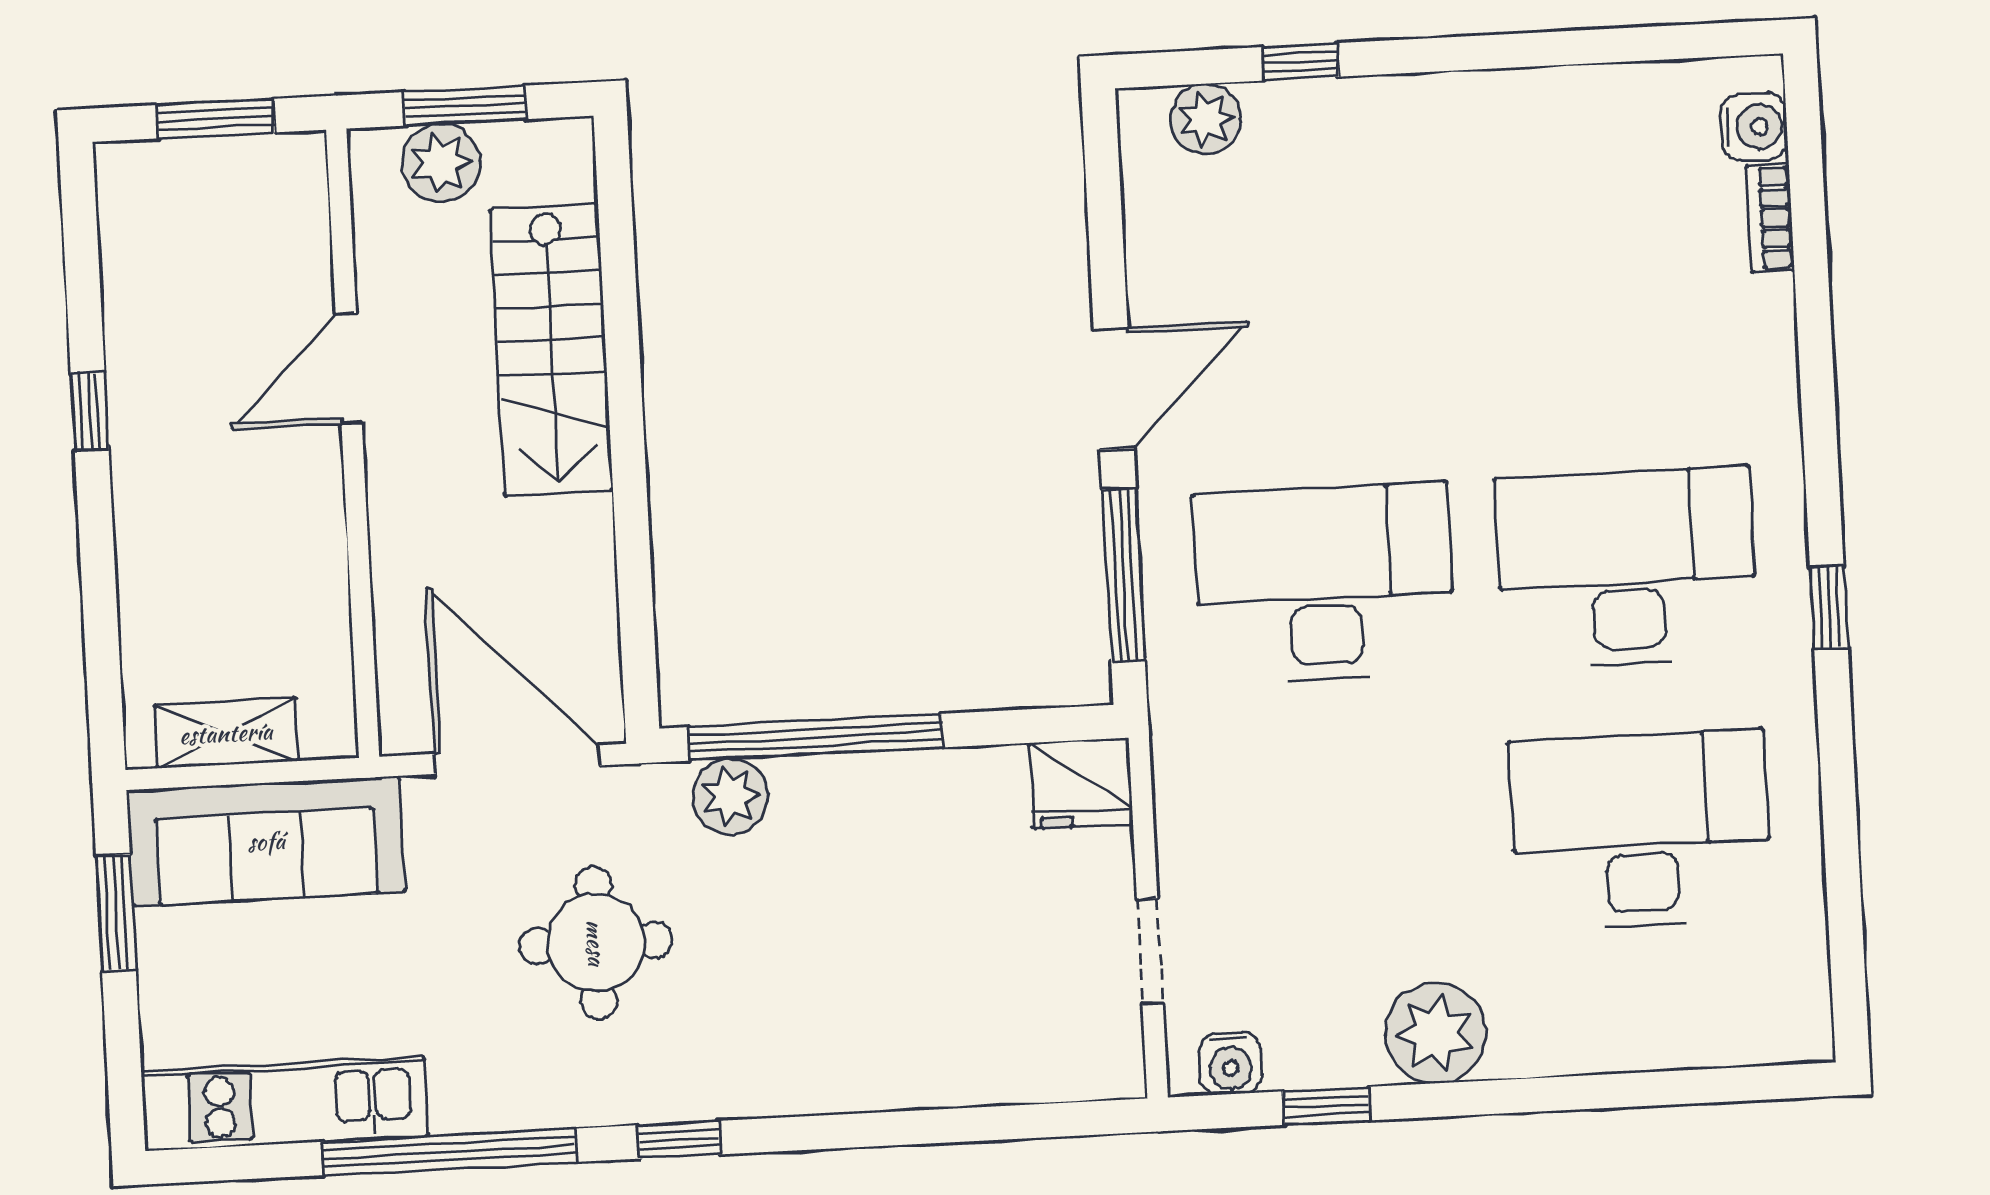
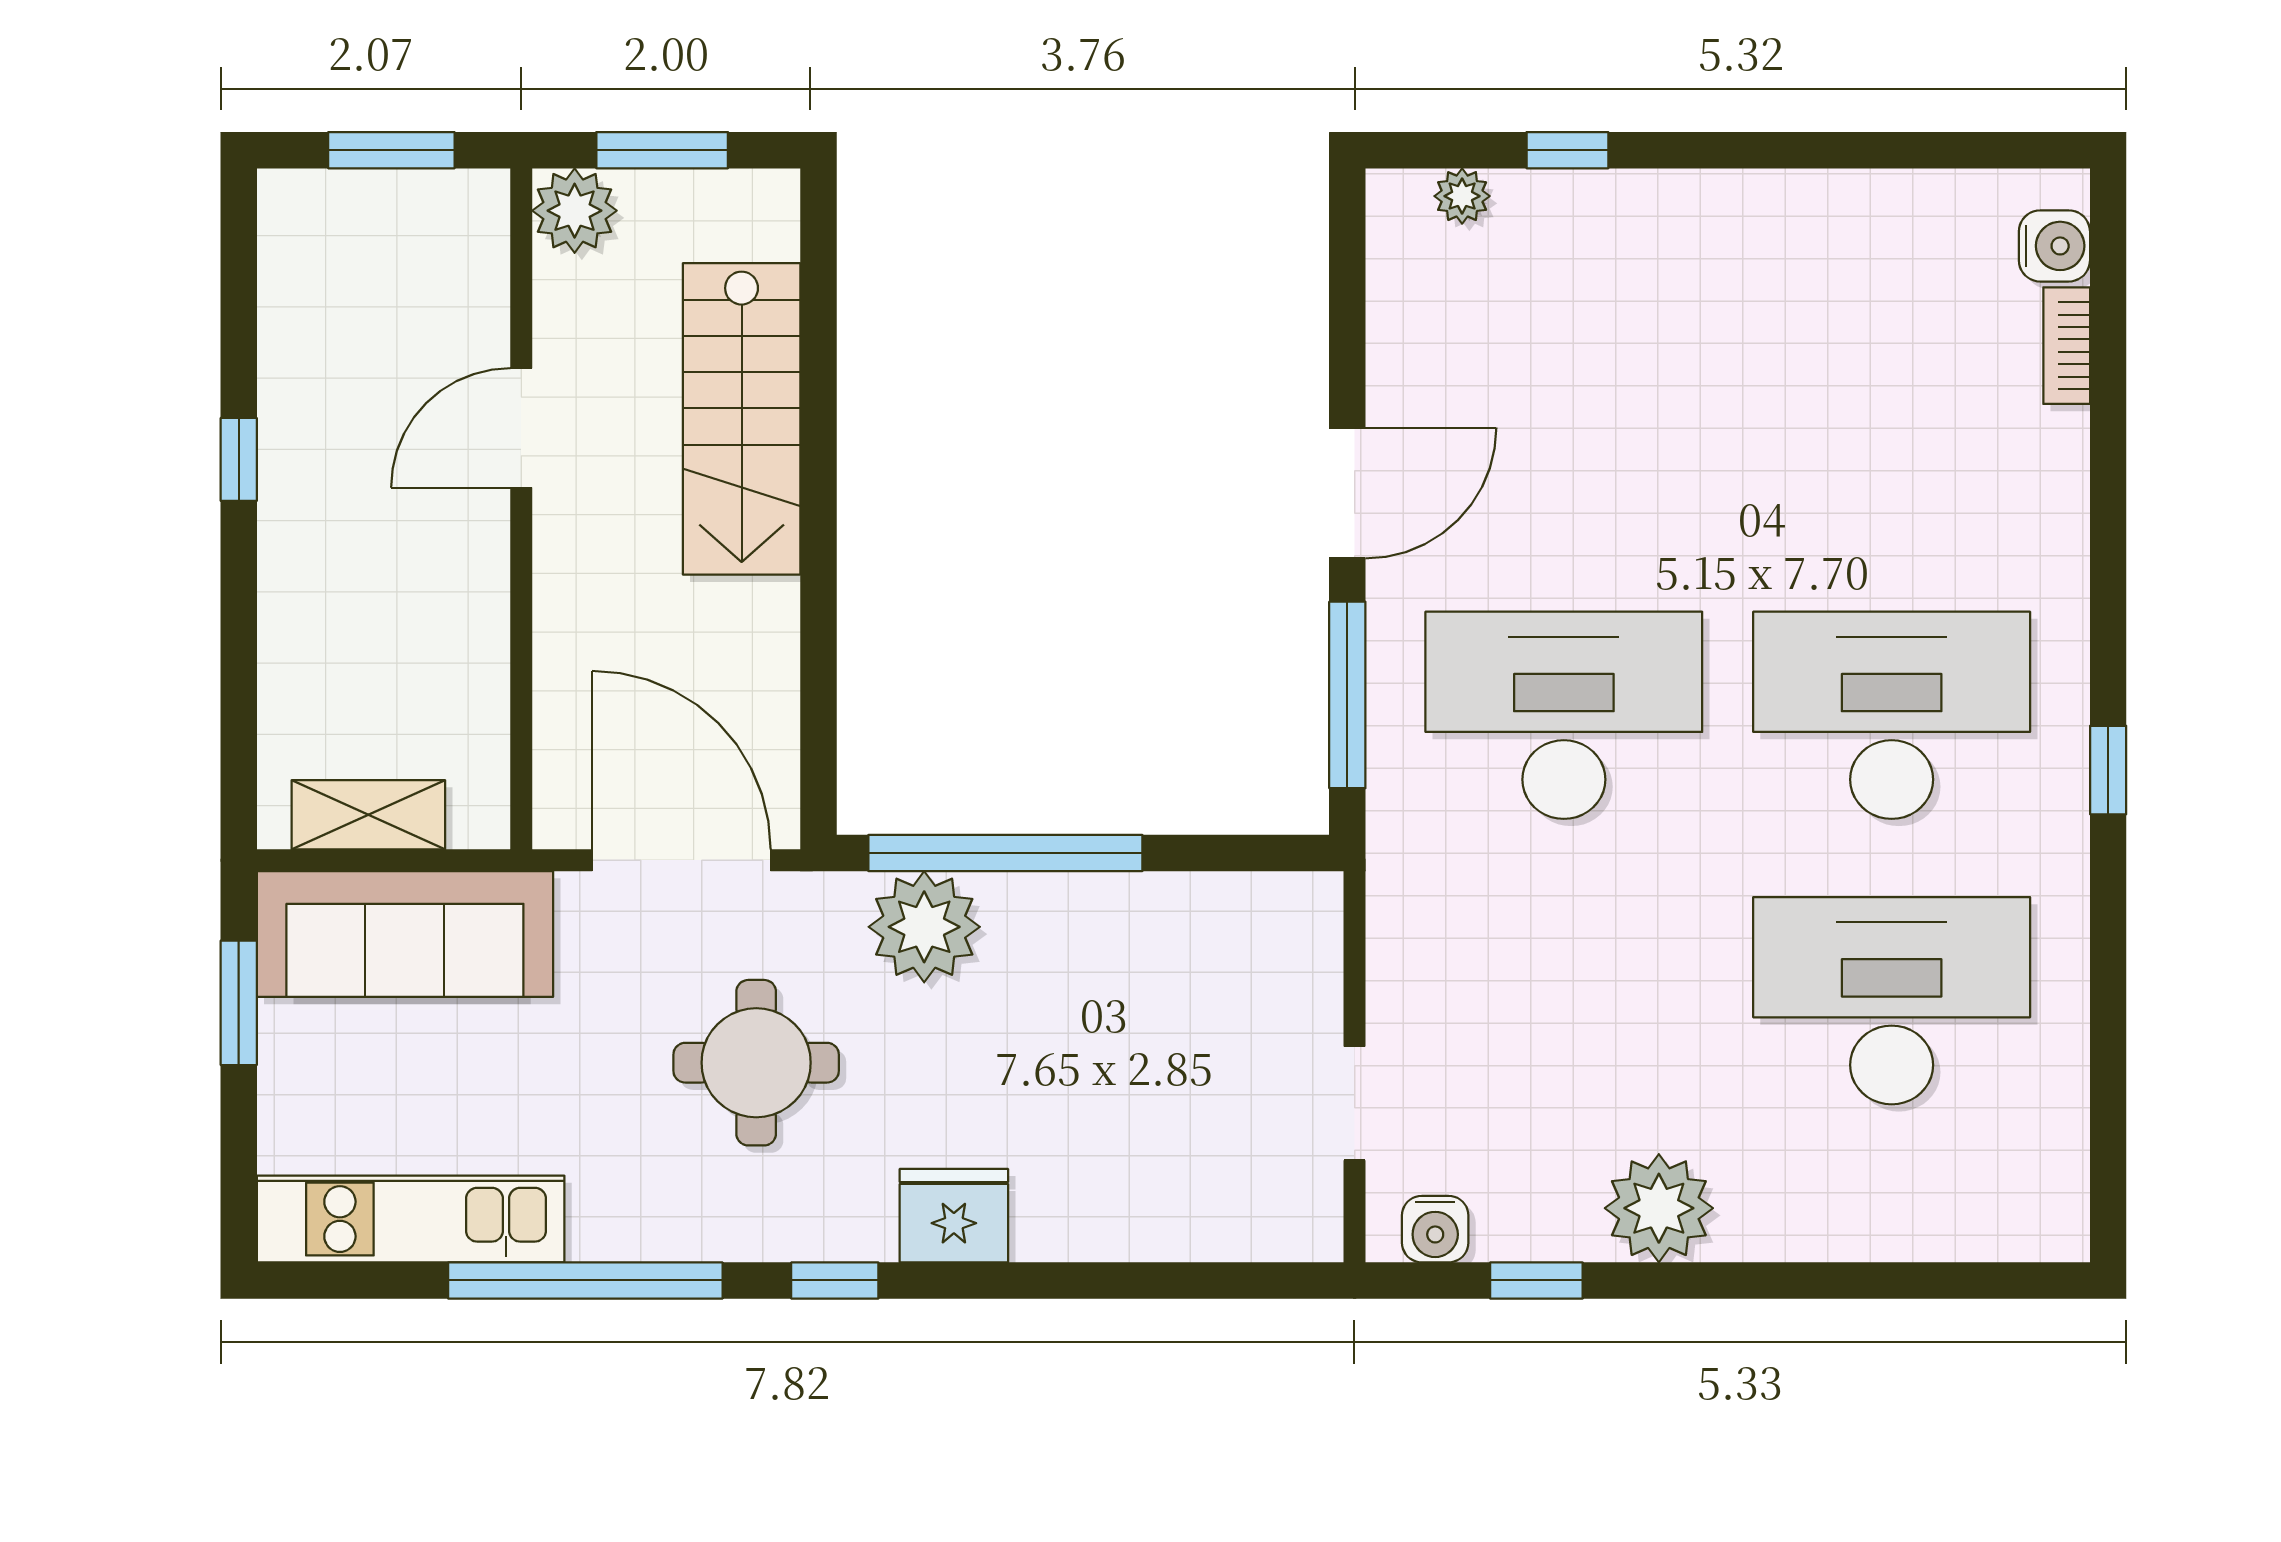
plant: (1206, 119) -> (1462, 196), width x0.73, depth x0.73
plant: (441, 163) -> (575, 211), moved
fridge: (1081, 783) -> (954, 1216), moved, turned 180
plant: (730, 796) -> (924, 927), width x1.36, depth x1.36

